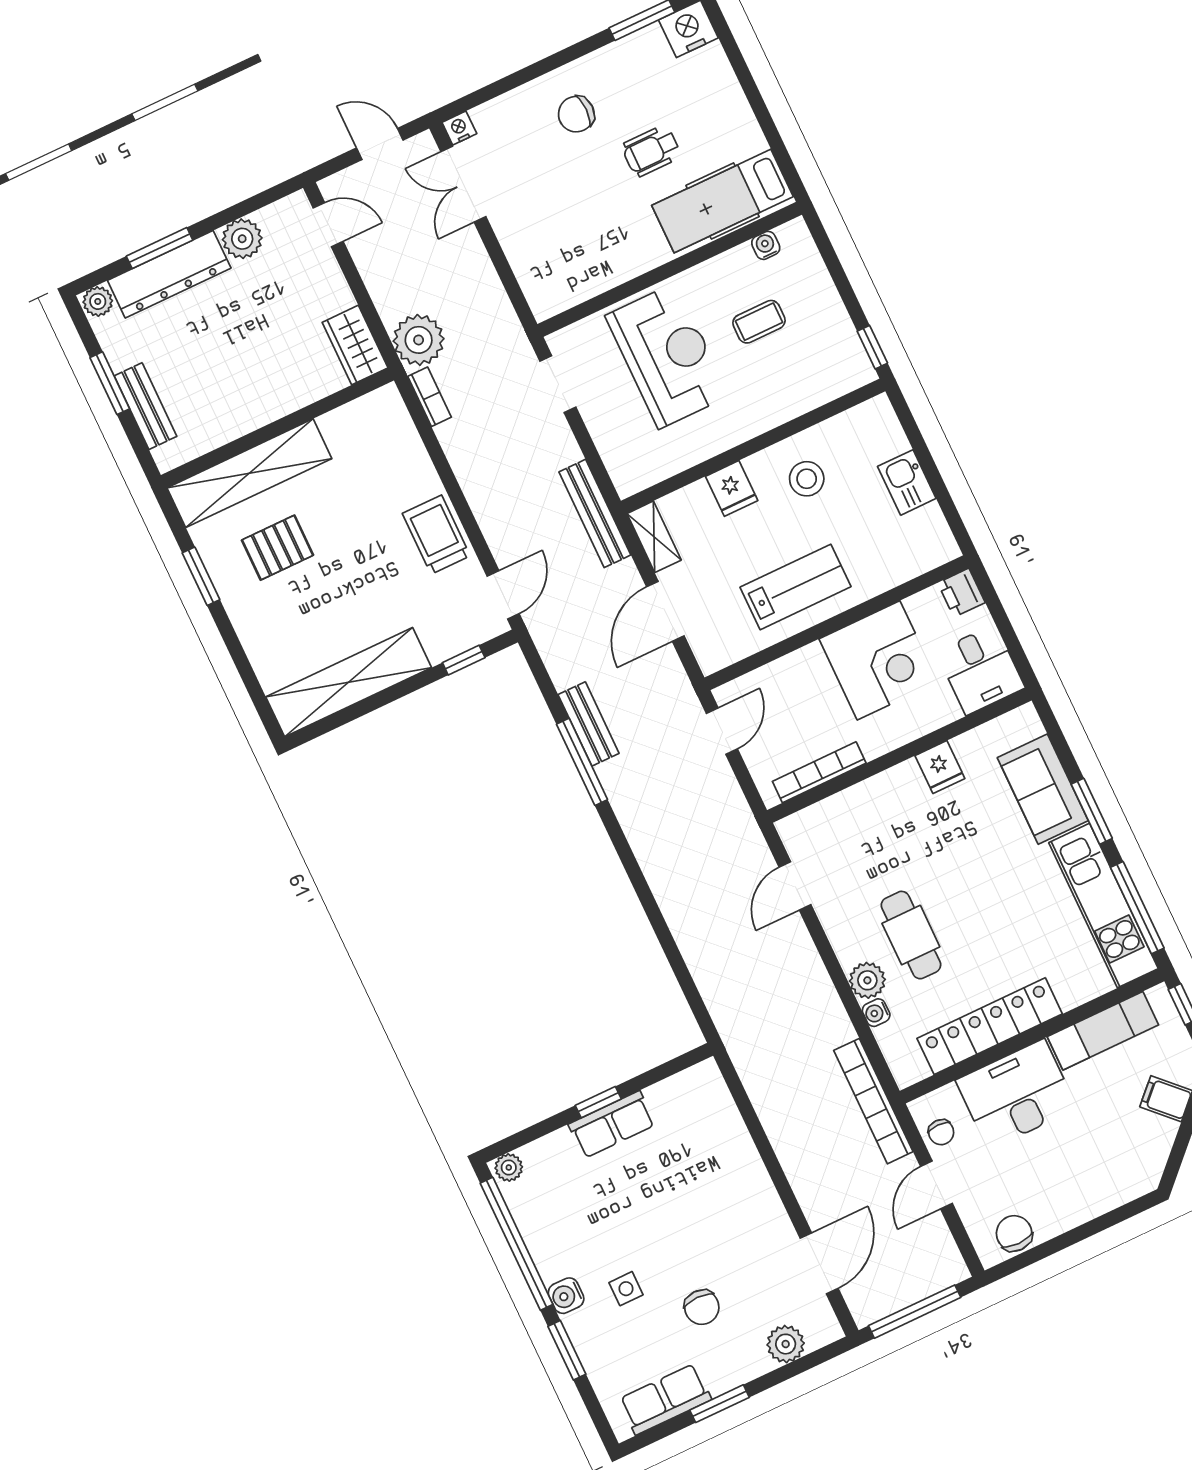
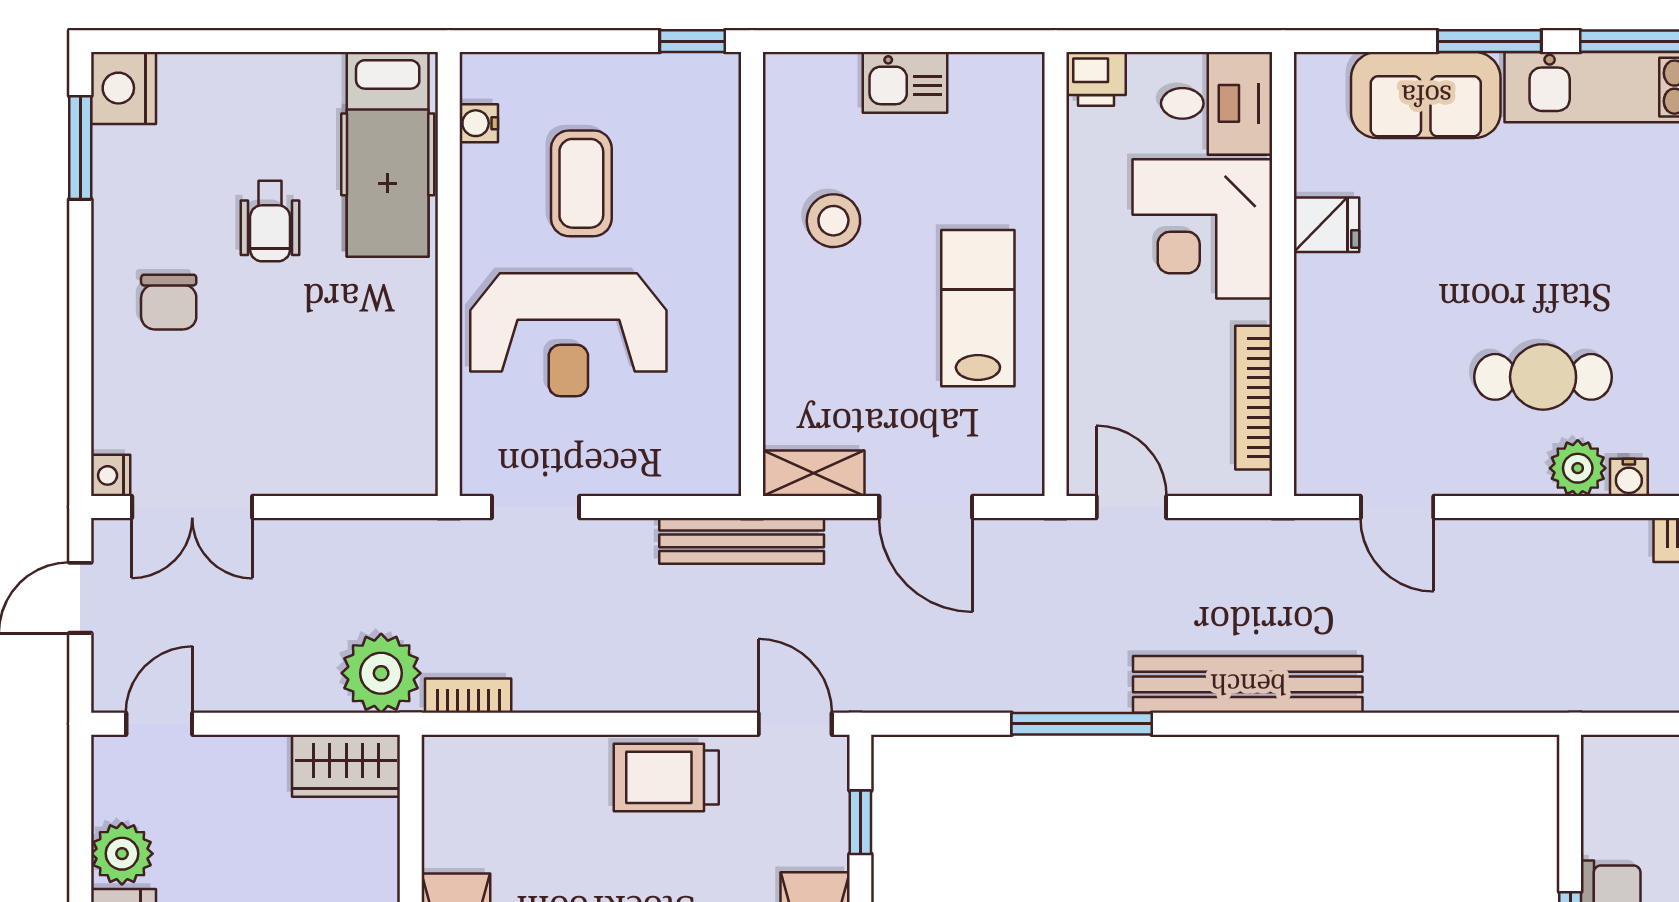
coffee table: (759, 322) -> (581, 183), width x1.36, depth x1.30
reception desk: (667, 356) -> (568, 335), turned 180
fridge: (732, 488) -> (797, 332), removed
corner desk: (879, 660) -> (1202, 229), moved, turned 180
bench: (589, 724) -> (1248, 684), moved, width x1.86, depth x1.21

